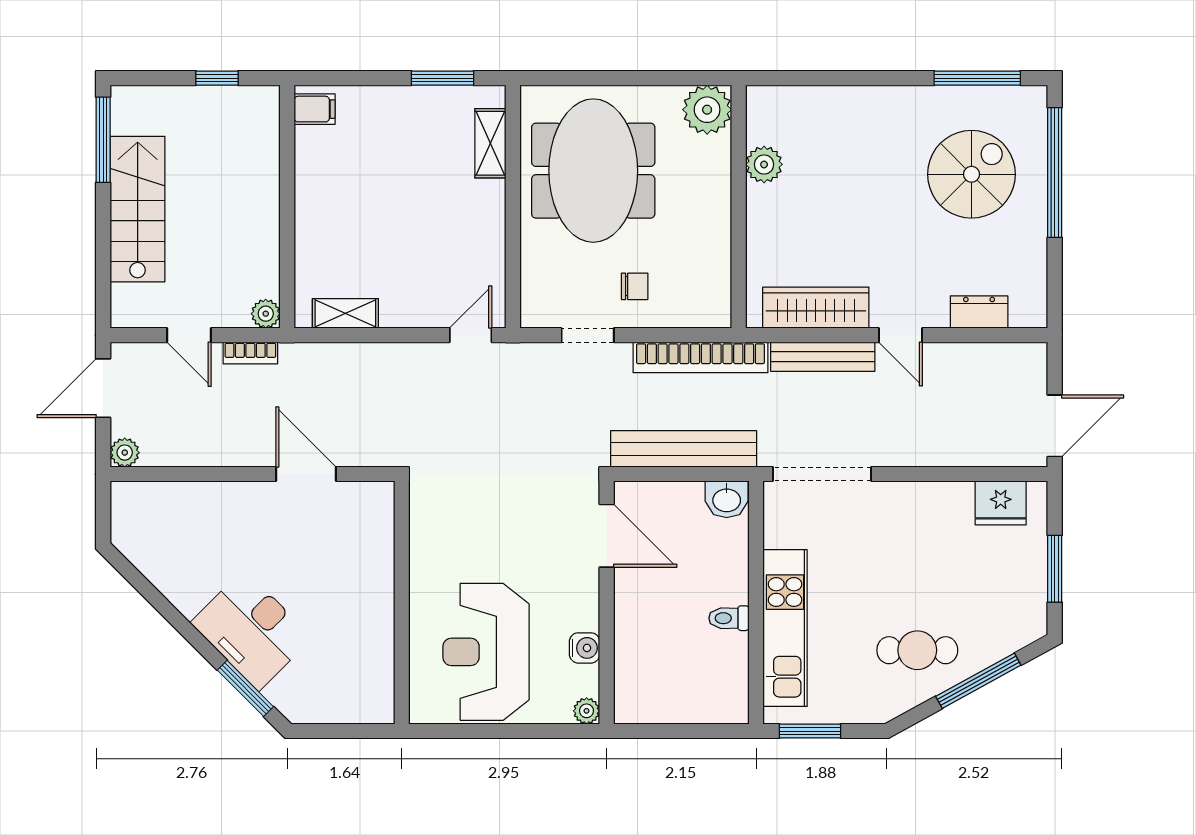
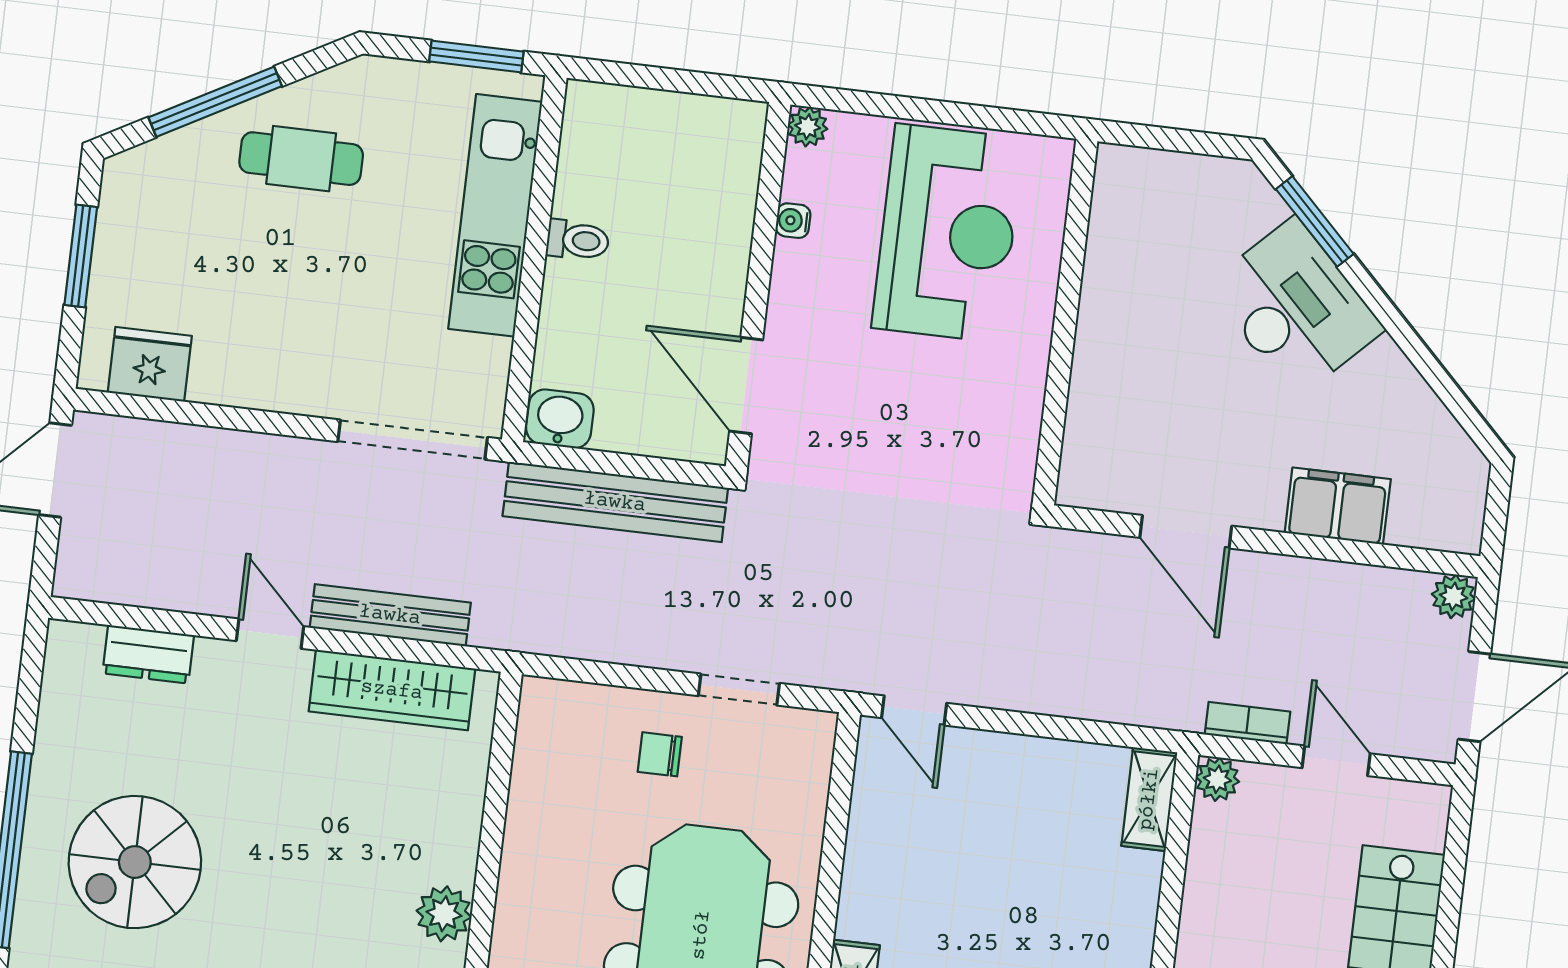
shelving: (345, 313) -> (1149, 799), moved, turned 90
door: (471, 335) -> (914, 710), hinge flipped
bookcase: (700, 357) -> (574, 636), removed
filing cabinet: (208, 503) -> (1338, 506), added
water cooler: (585, 648) -> (793, 221), width x0.72, depth x0.72

